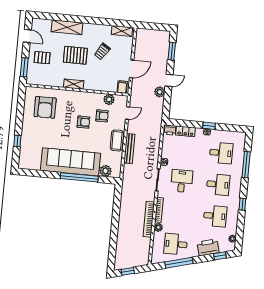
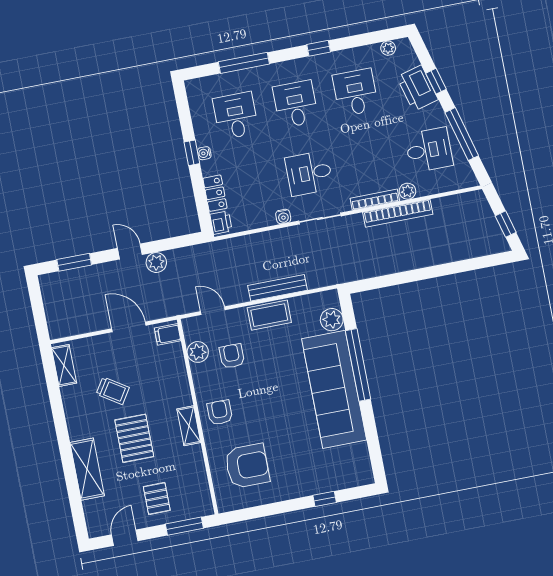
armchair: (83, 122) -> (220, 412), moved
desk: (176, 244) -> (429, 150), turned -90
window: (220, 256) -> (436, 81), moved

